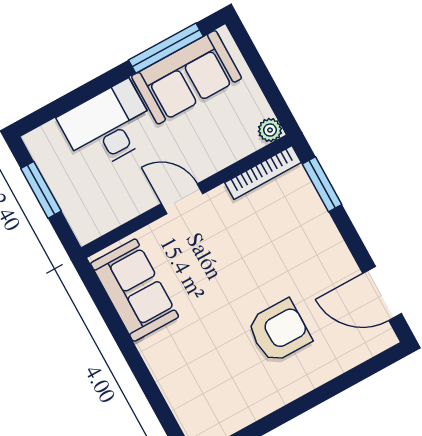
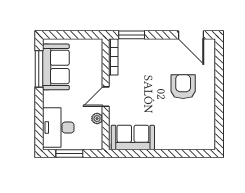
desk: (108, 126) -> (58, 128), moved
plant: (270, 130) -> (97, 119), moved
door: (382, 294) -> (191, 35), hinge flipped

